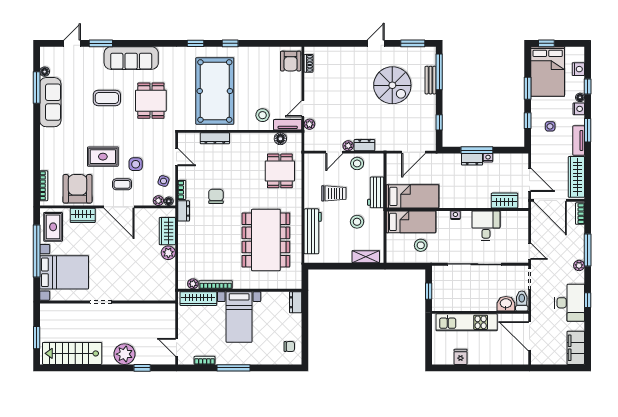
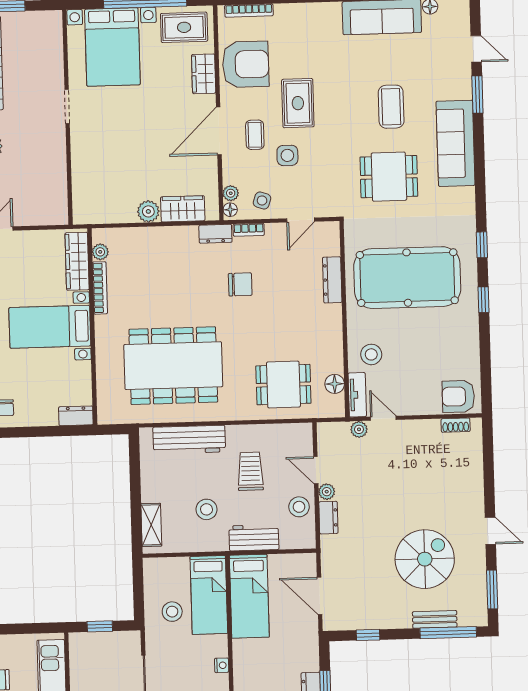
spiral stairs: (392, 85) -> (425, 559), turned 180
trolley: (334, 193) -> (250, 471), turned 180

